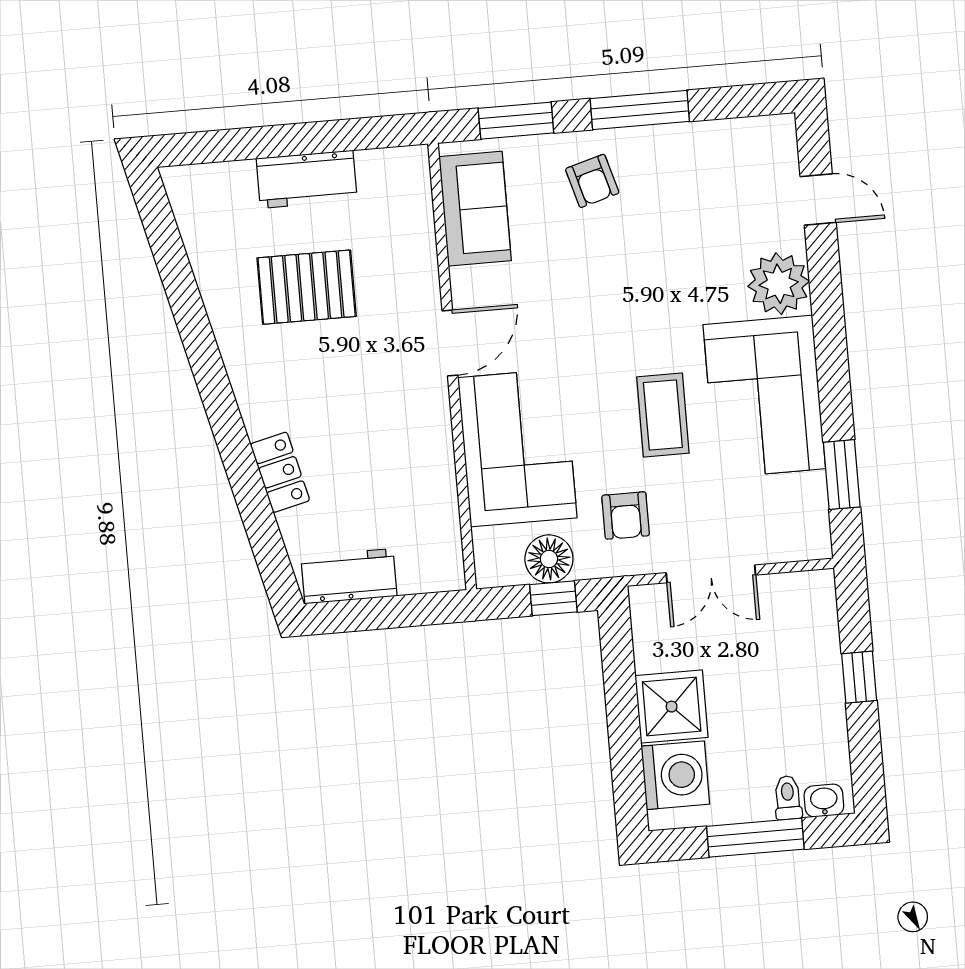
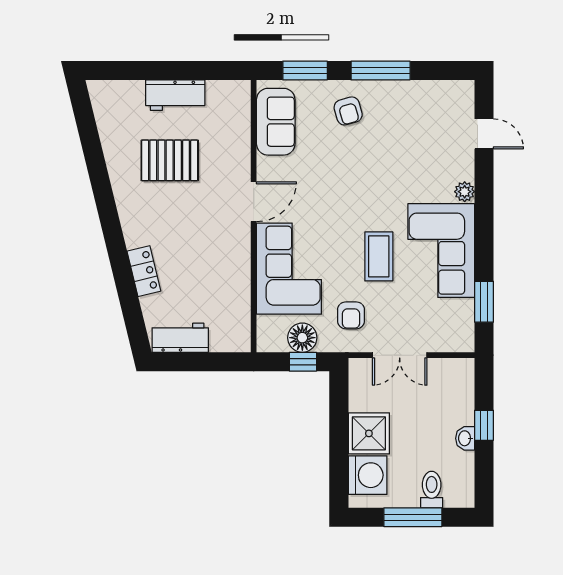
plant: (779, 284) -> (465, 192), width x0.53, depth x0.53
toilet: (788, 798) -> (432, 490), width x1.37, depth x1.39
washbasin: (824, 801) -> (465, 438), moved, turned -90

